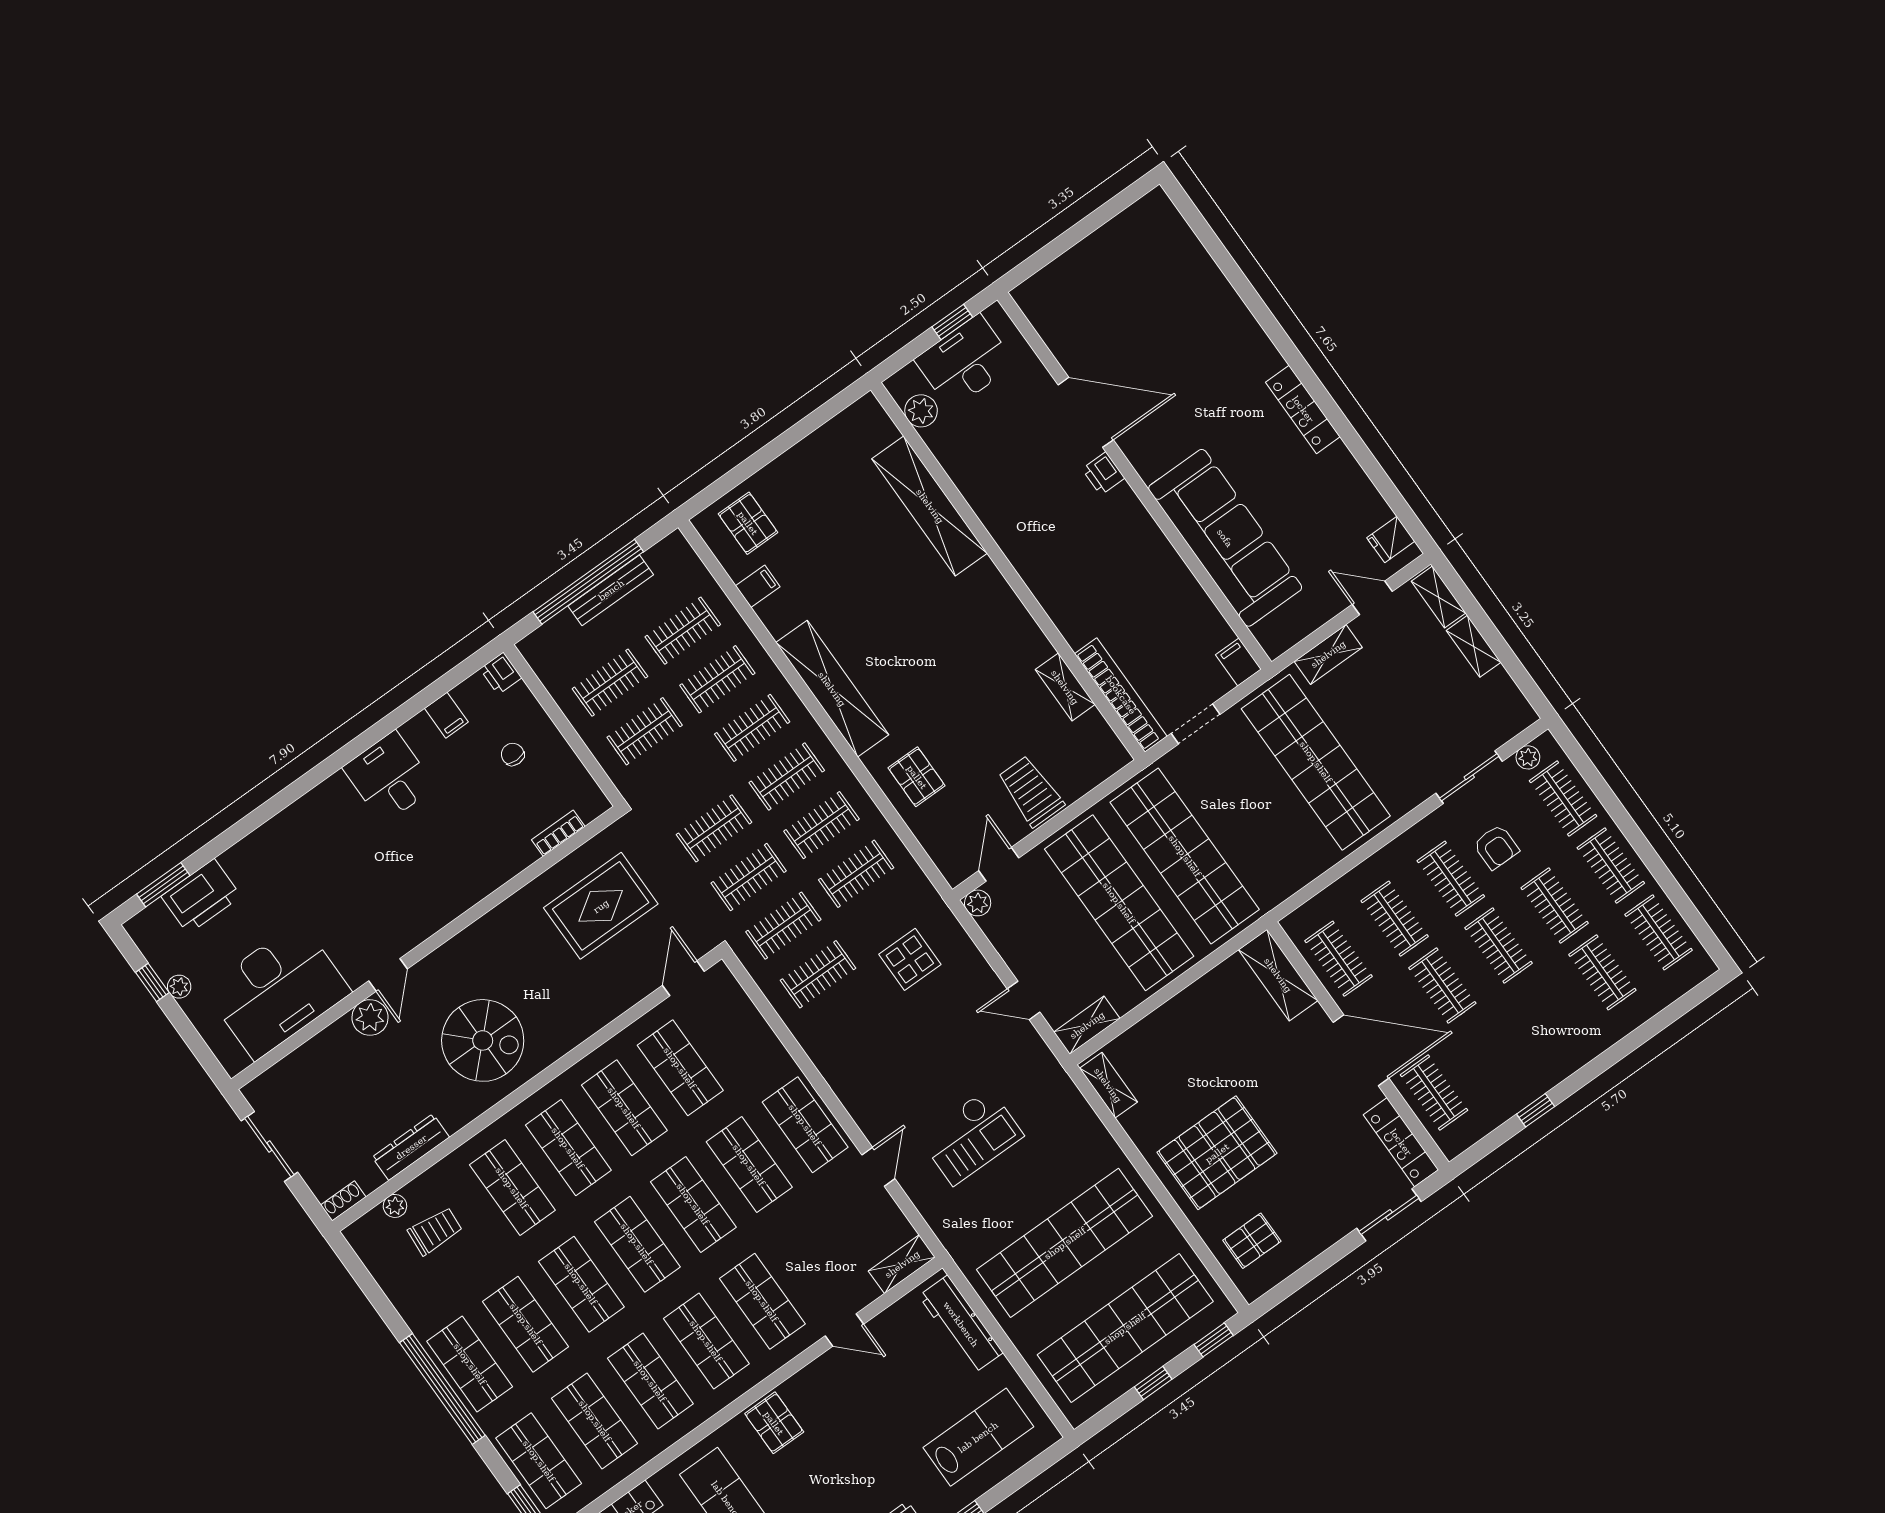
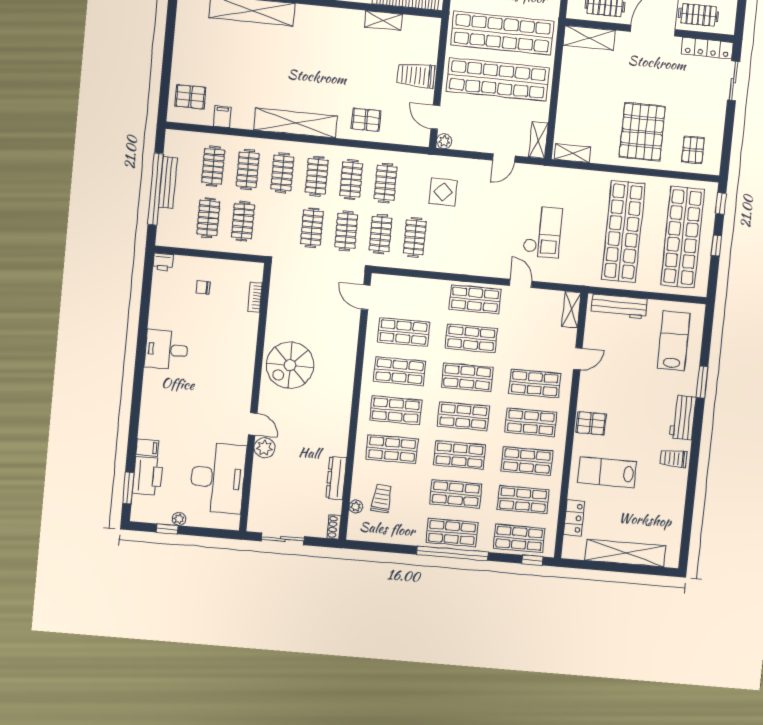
filing cabinet: (446, 715) -> (147, 448), moved
rug: (601, 906) -> (303, 306), removed
spiral stairs: (483, 1040) -> (290, 365), moved, turned 180

